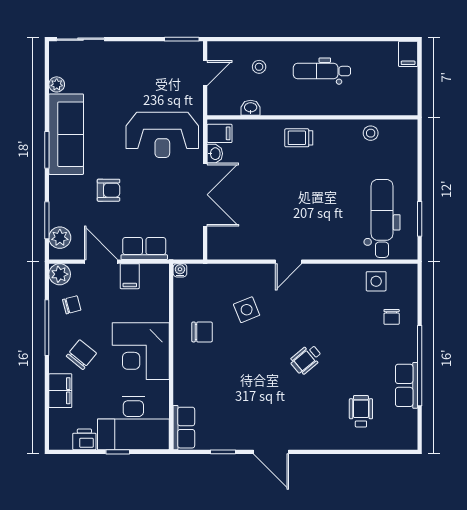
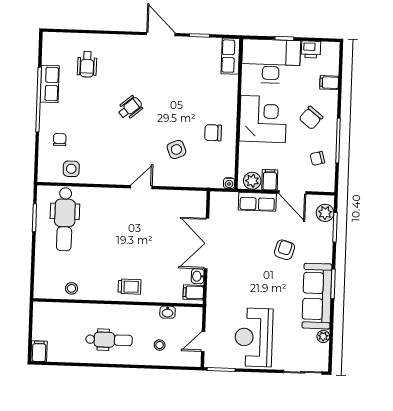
reception desk: (162, 135) -> (254, 337), moved, turned -90
armchair: (108, 190) -> (284, 250), turned 106
plant: (60, 274) -> (252, 181), moved
filing cabinet: (60, 391) -> (329, 83), width x0.50

